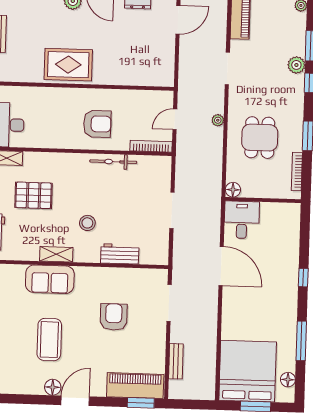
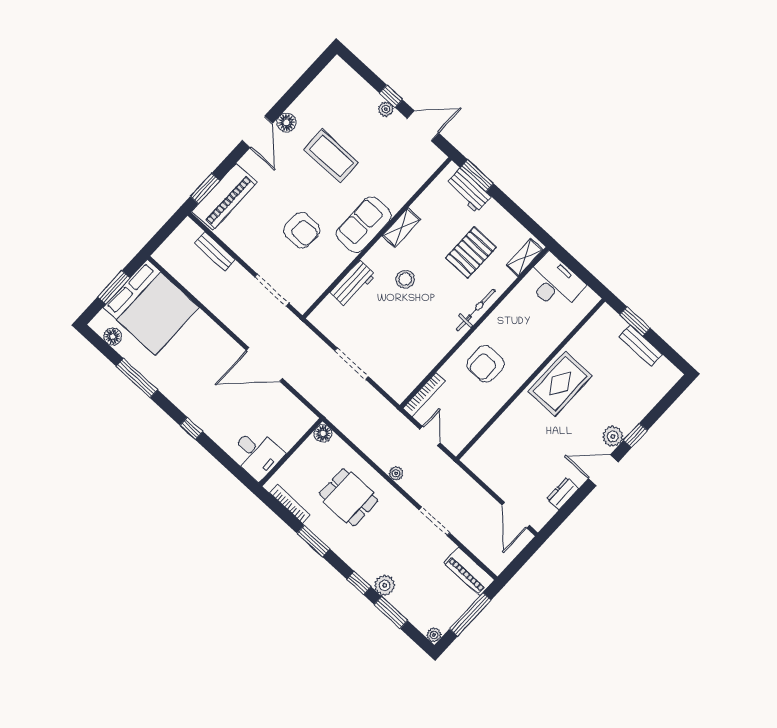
bicycle: (113, 162) -> (476, 310), moved
desk: (242, 220) -> (257, 454), moved
sofa: (50, 279) -> (364, 225), moved

